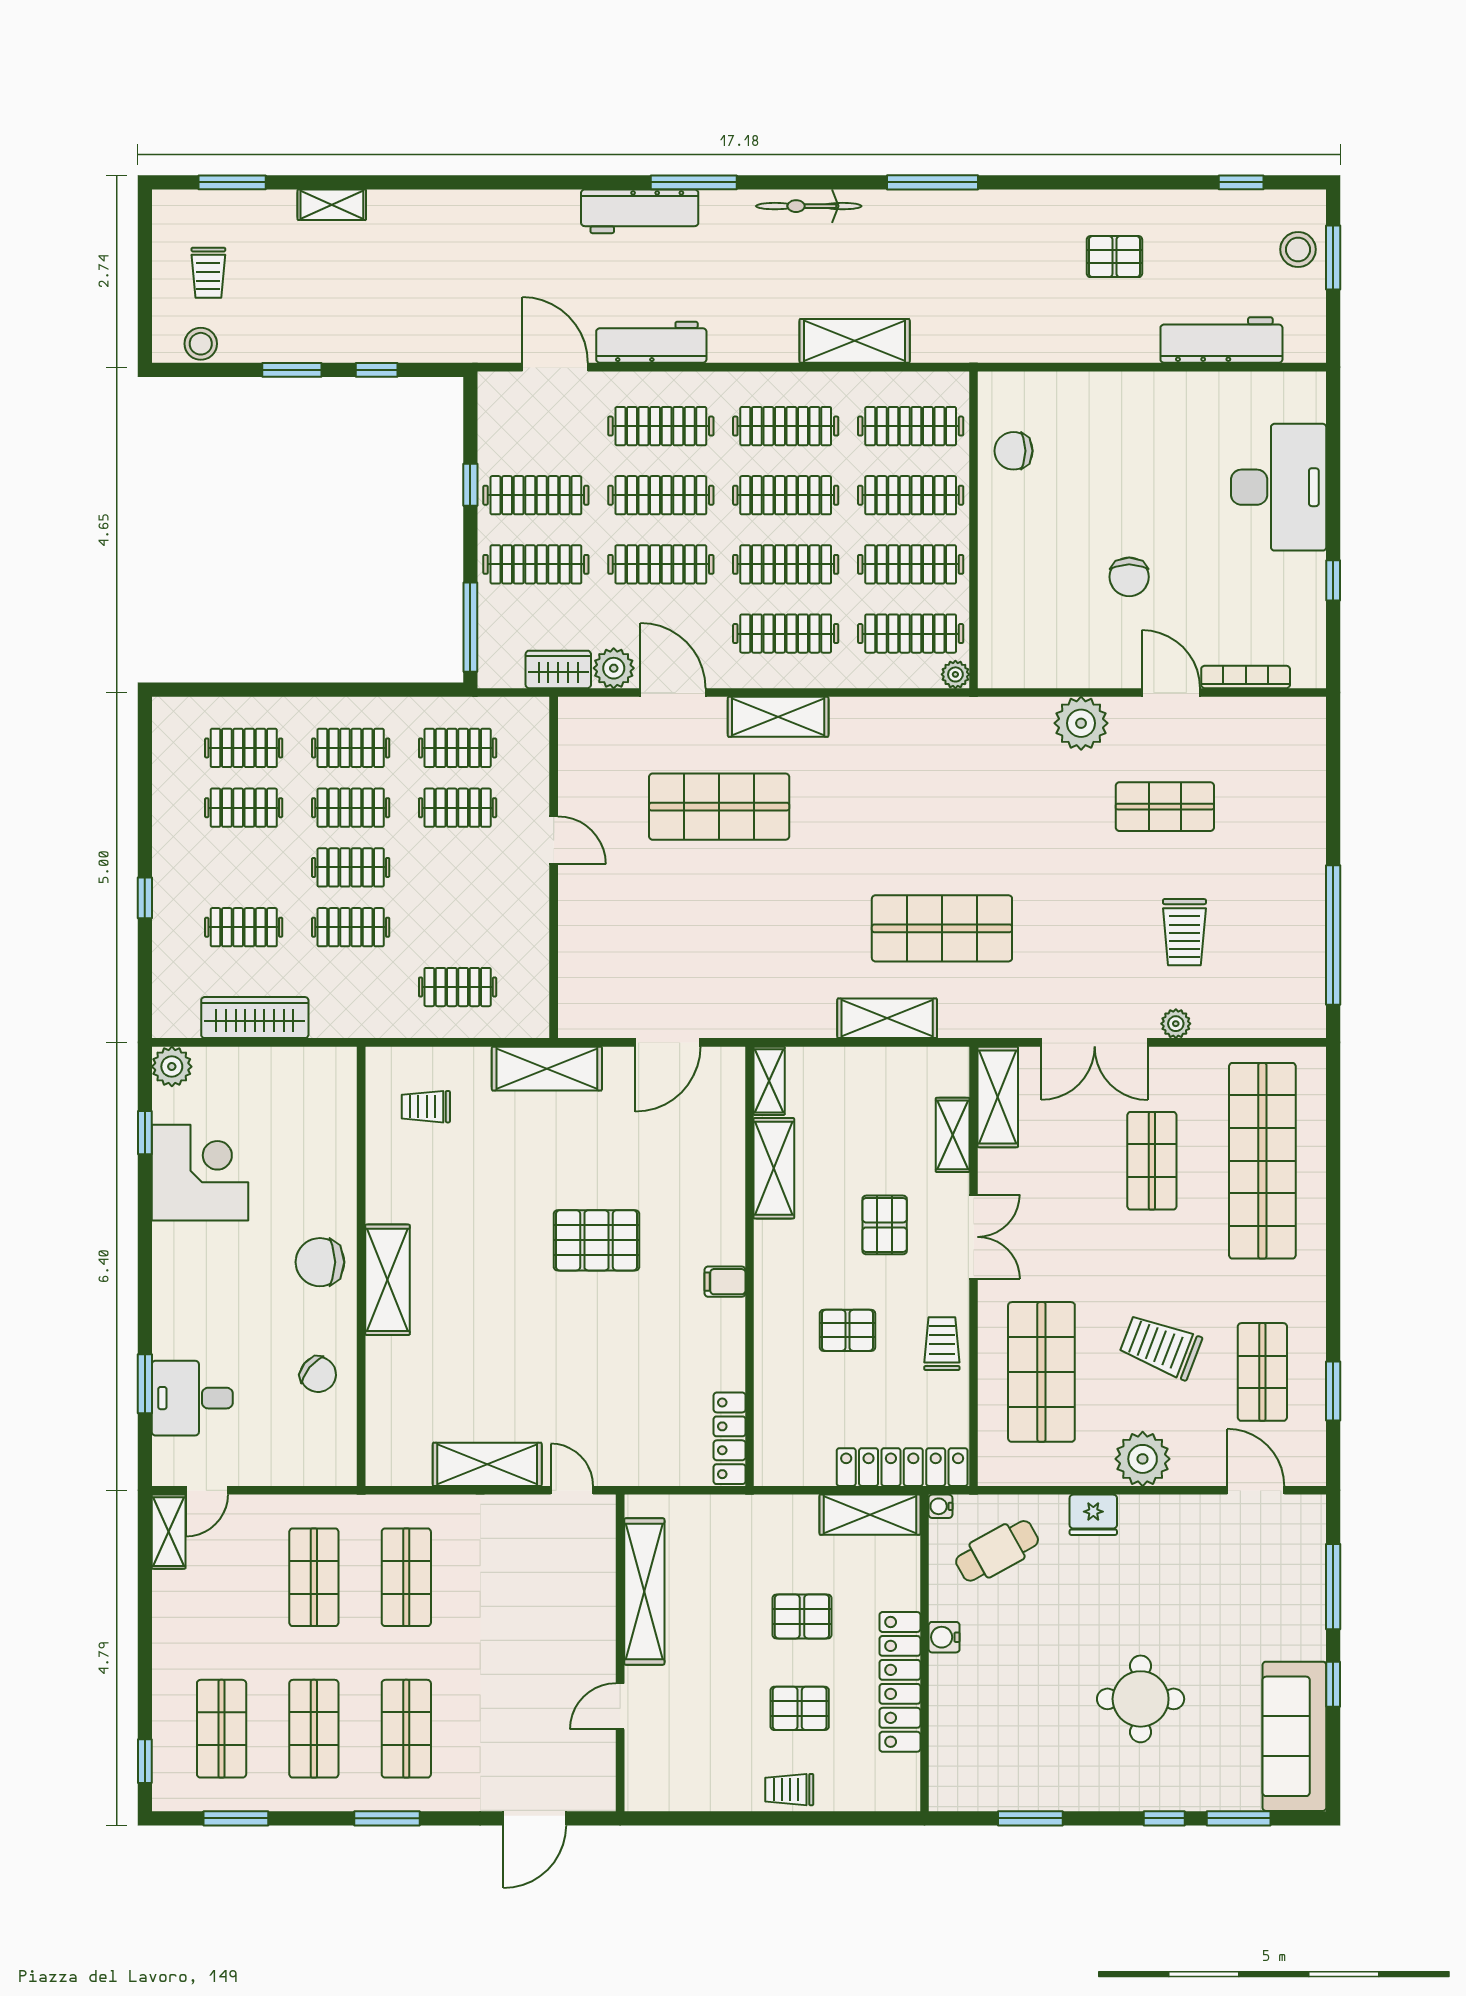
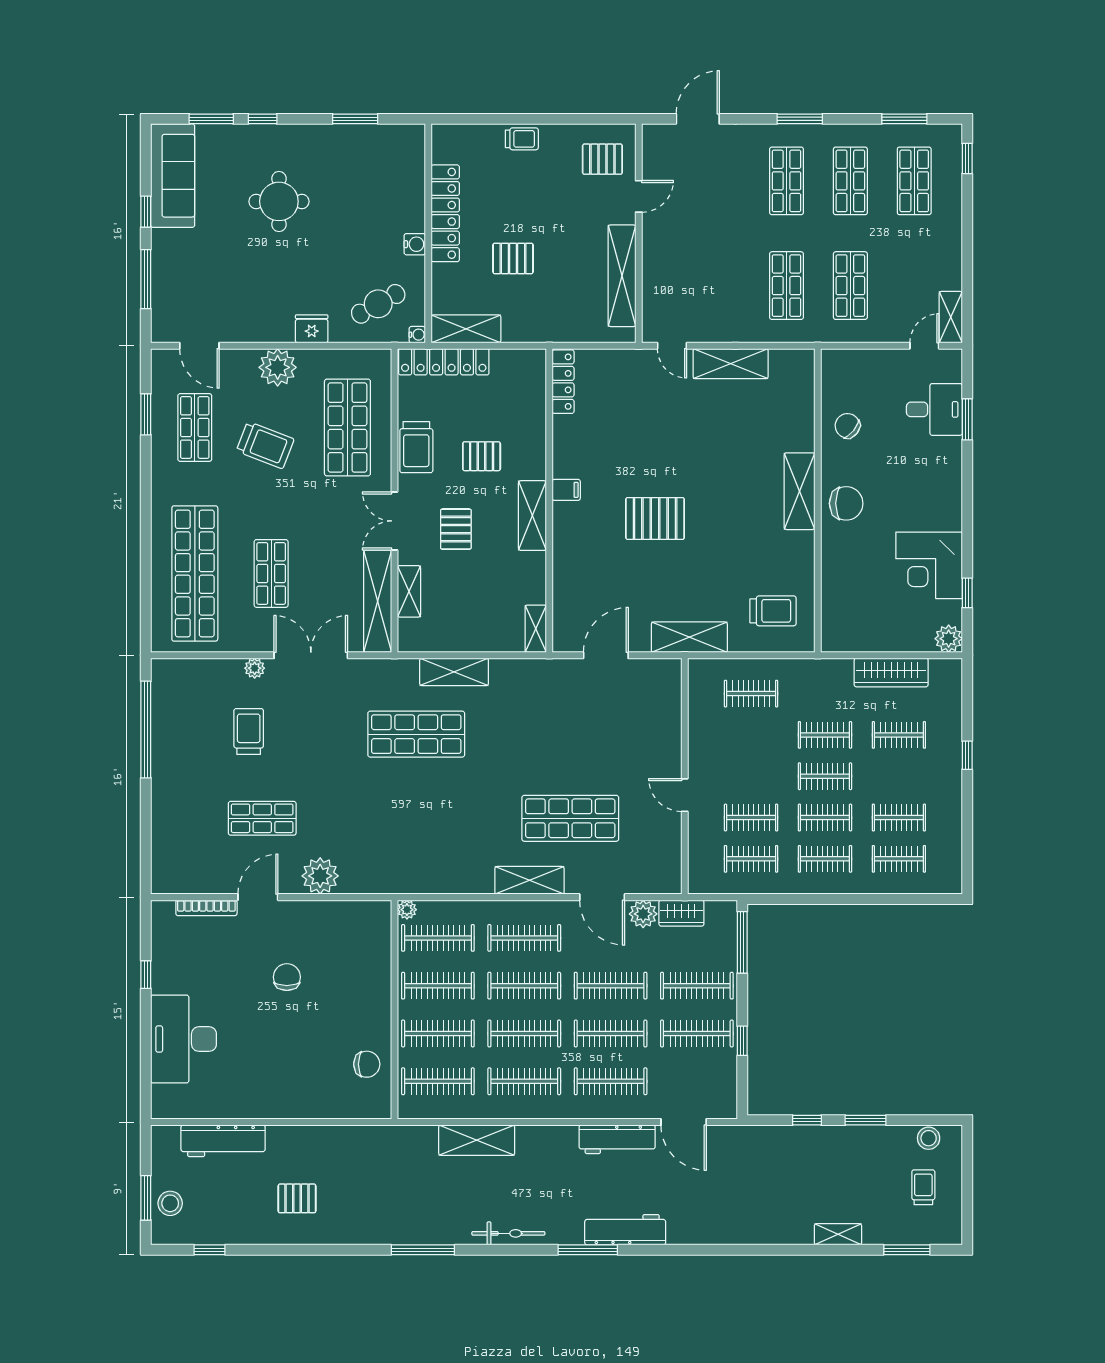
door: (1171, 693) -> (258, 897), swing flipped
shelving: (998, 1097) -> (378, 601), width x1.47
trolley: (426, 1107) -> (773, 611), width x1.36, depth x1.39
shelving: (774, 1168) -> (532, 516), moved
trolley: (942, 1344) -> (416, 447), width x1.36, depth x1.39
pallet: (800, 1708) -> (602, 159), moved

